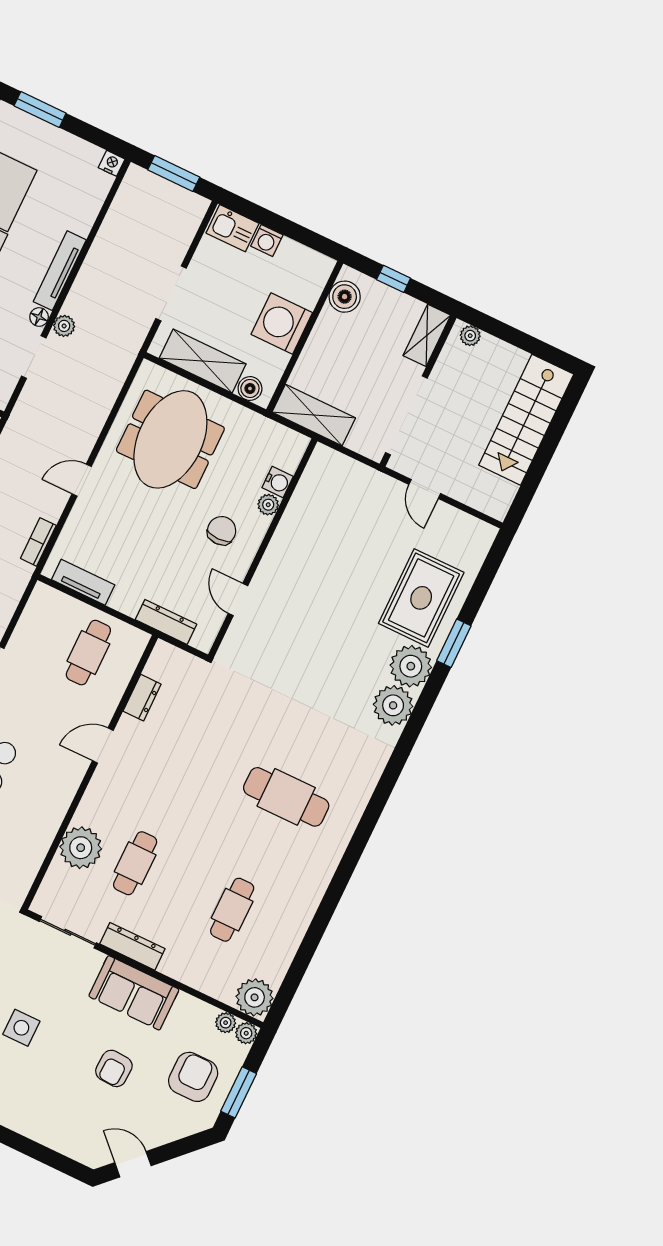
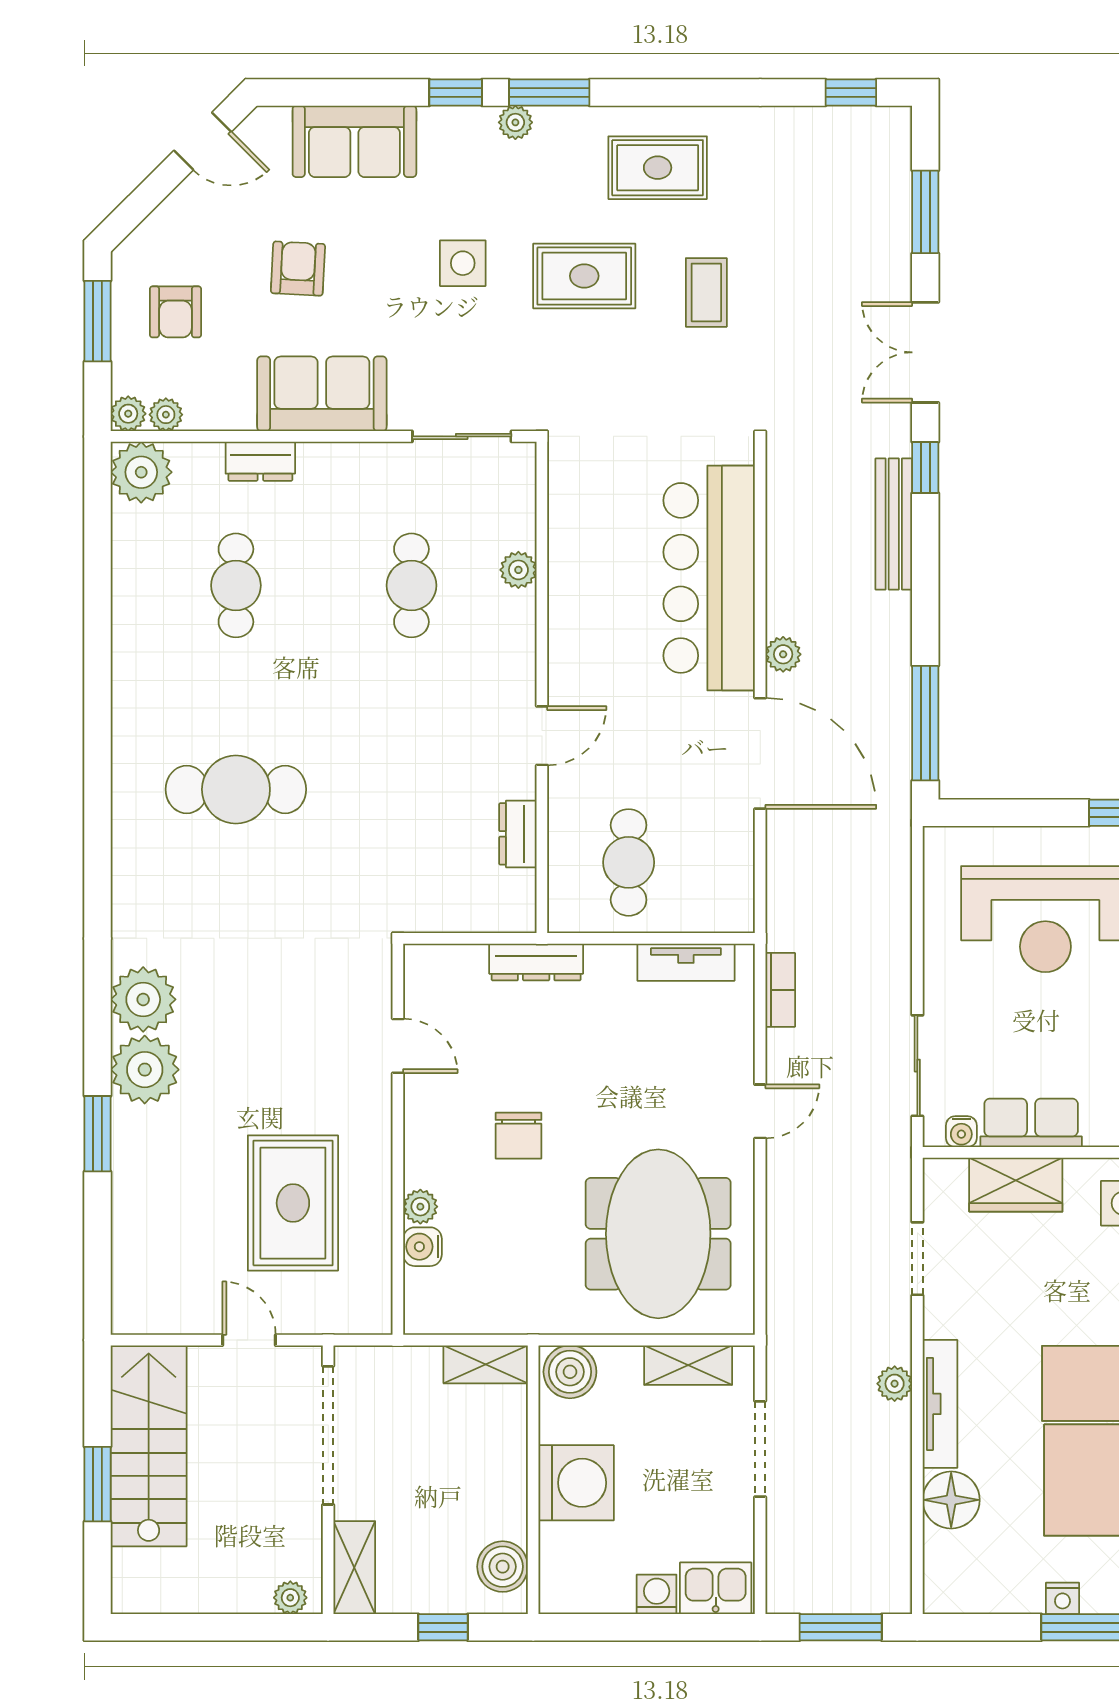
nightstand: (112, 163) -> (1062, 1598), moved
floor lamp: (39, 317) -> (951, 1500), moved, width x1.89, depth x1.89
plant: (64, 326) -> (895, 1384), moved
shelving: (203, 361) -> (688, 1365), width x0.67, depth x0.75
boiler: (250, 389) -> (570, 1372), width x1.36, depth x1.36
shelving: (314, 415) -> (486, 1364), width x0.67, depth x0.75
stairs: (526, 420) -> (149, 1446), moved
window: (547, 449) -> (98, 1484), added
water cooler: (278, 482) -> (422, 1247), moved
plant: (268, 505) -> (420, 1207), moved
wall: (263, 548) -> (398, 1139), moved
rug: (421, 598) -> (293, 1203), moved
door: (238, 600) -> (398, 1046), moved
plant: (81, 848) -> (518, 570), width x0.53, depth x0.53
dresser: (132, 946) -> (260, 461), moved, width x0.70
armchair: (193, 1077) -> (175, 312), width x0.72, depth x0.72
sofa: (49, 1124) -> (354, 141), added

